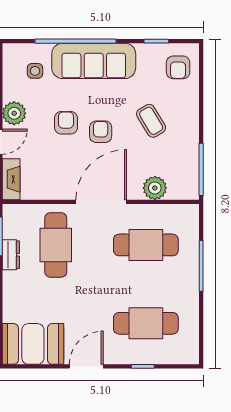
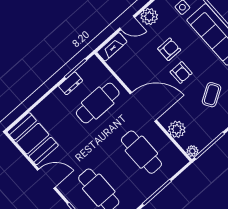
armchair: (101, 132) -> (181, 73), turned 90
plant: (191, 192) -> (192, 151), added

